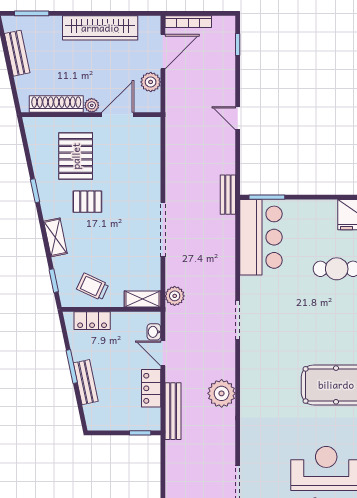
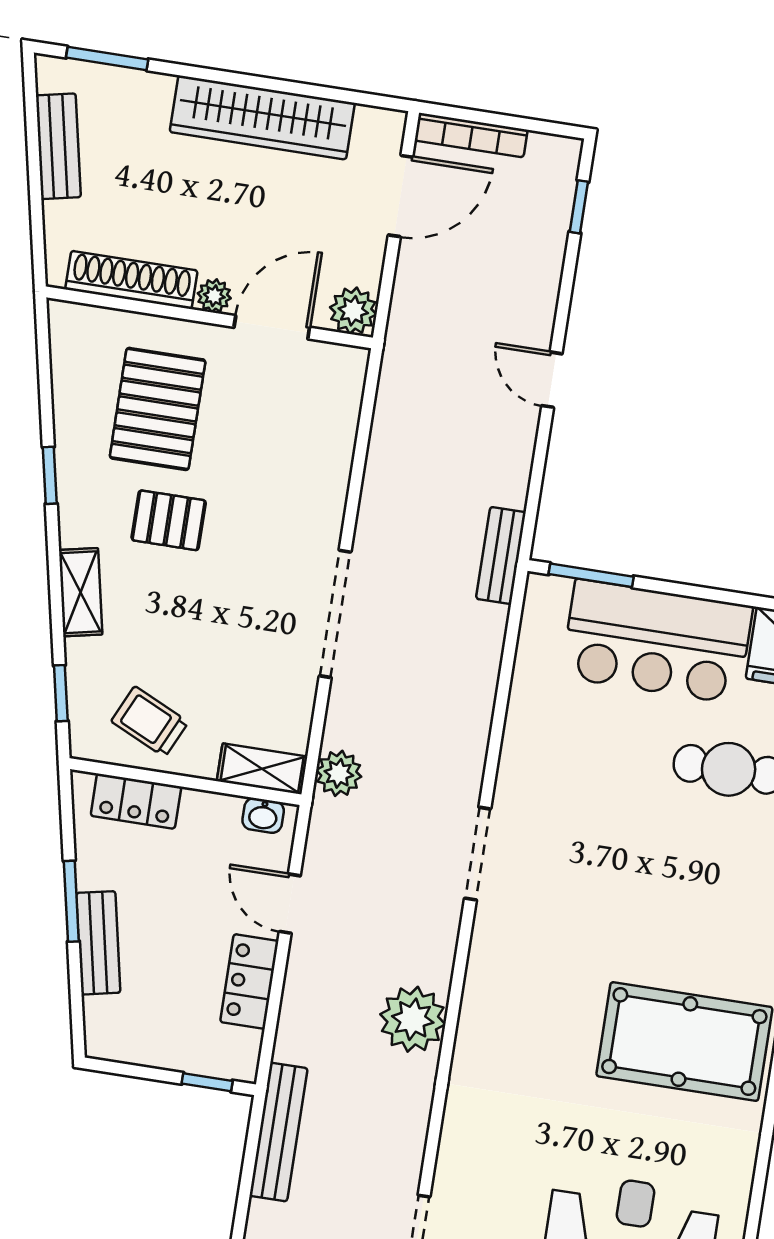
plant: (151, 82) -> (353, 311), moved
bar counter: (261, 237) -> (657, 642), moved, turned 90
washbasin: (154, 332) -> (263, 815), moved, turned -90
bench: (173, 411) -> (279, 1132), moved

